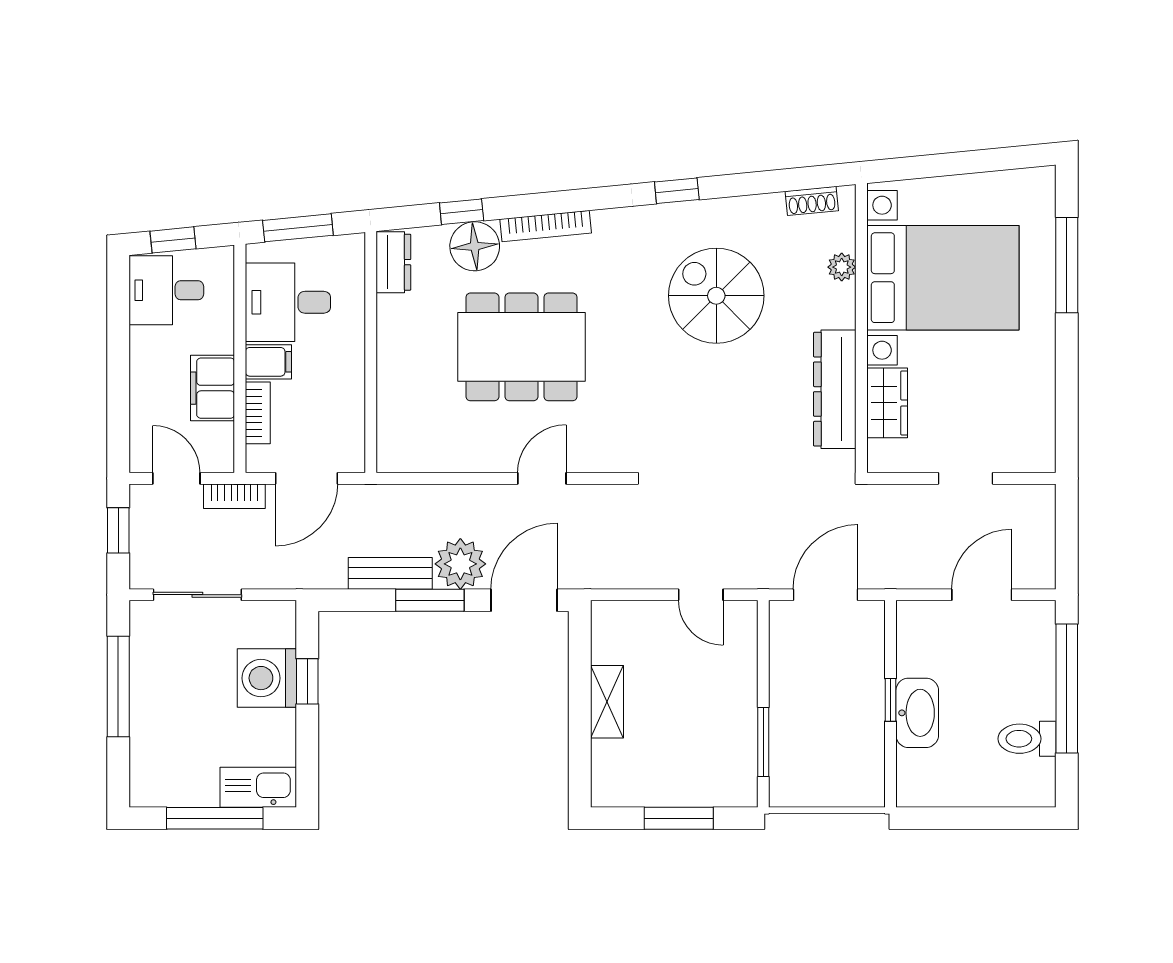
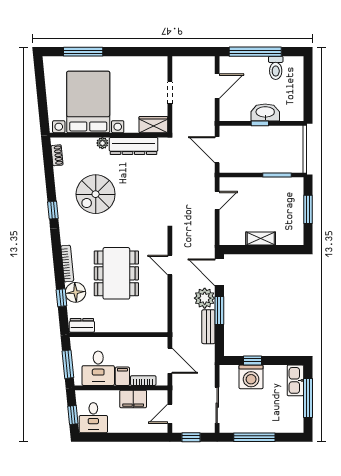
plant: (842, 267) -> (102, 143), moved
wardrobe: (887, 403) -> (153, 125), moved
bookcase: (234, 496) -> (177, 390), removed
door: (982, 595) -> (217, 86), swing flipped

